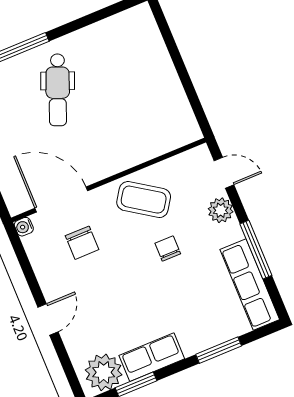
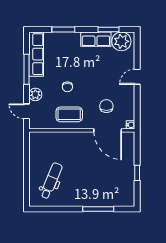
dental chair: (58, 90) -> (51, 181), moved
coffee table: (144, 200) -> (69, 114), turned -34

